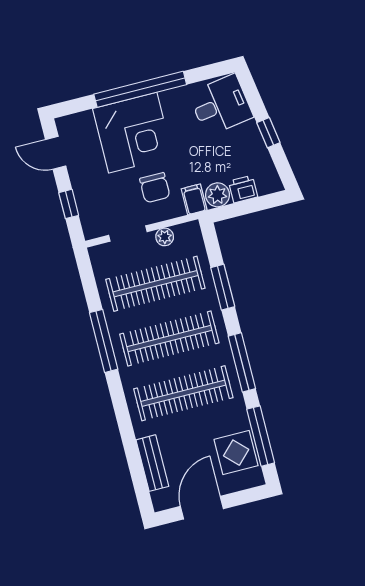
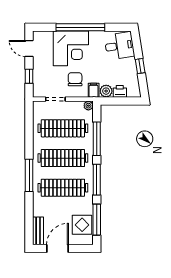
chair: (155, 188) -> (75, 79), turned 180
plant: (165, 237) -> (88, 106), moved
window: (223, 287) -> (97, 139), width x1.44
window: (104, 341) -> (29, 175), moved
bench: (152, 463) -> (38, 231), moved

